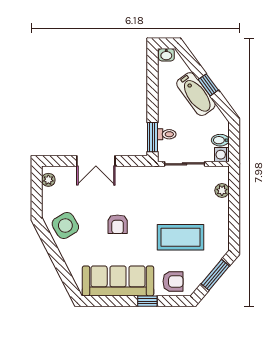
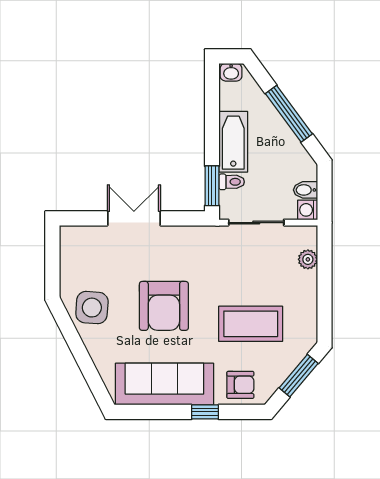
window: (208, 85) -> (289, 114), width x2.17
bathtub: (196, 94) -> (233, 142), moved, turned -144
double door: (96, 161) -> (134, 218), swing flipped
plant: (48, 180) -> (68, 245), removed
armchair: (118, 224) -> (164, 306), width x1.88, depth x1.88
side table: (65, 225) -> (92, 308), turned 35

